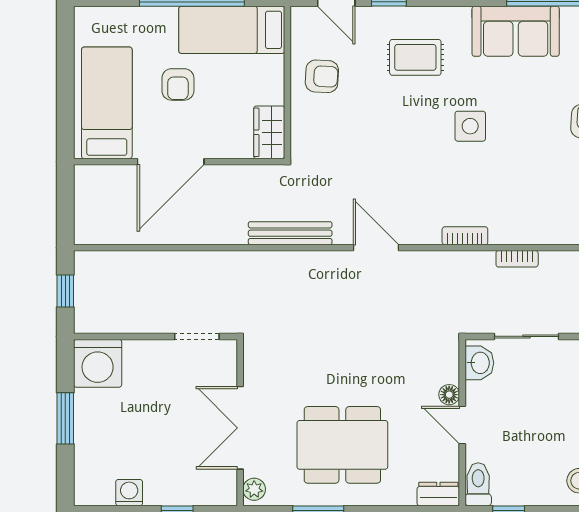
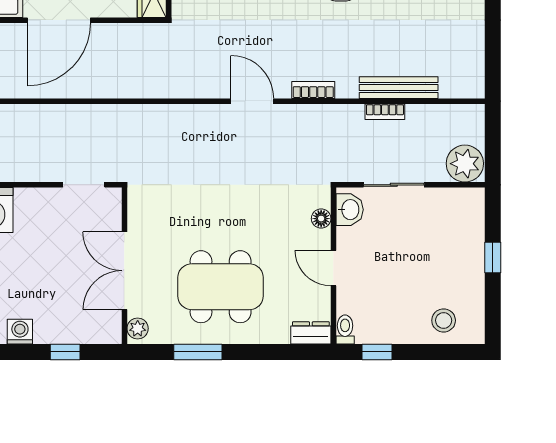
bench: (290, 233) -> (399, 88), moved
bookcase: (465, 236) -> (313, 90), moved
floor lamp: (449, 395) -> (321, 219), moved
toilet: (478, 484) -> (345, 329), width x0.73, depth x0.72

